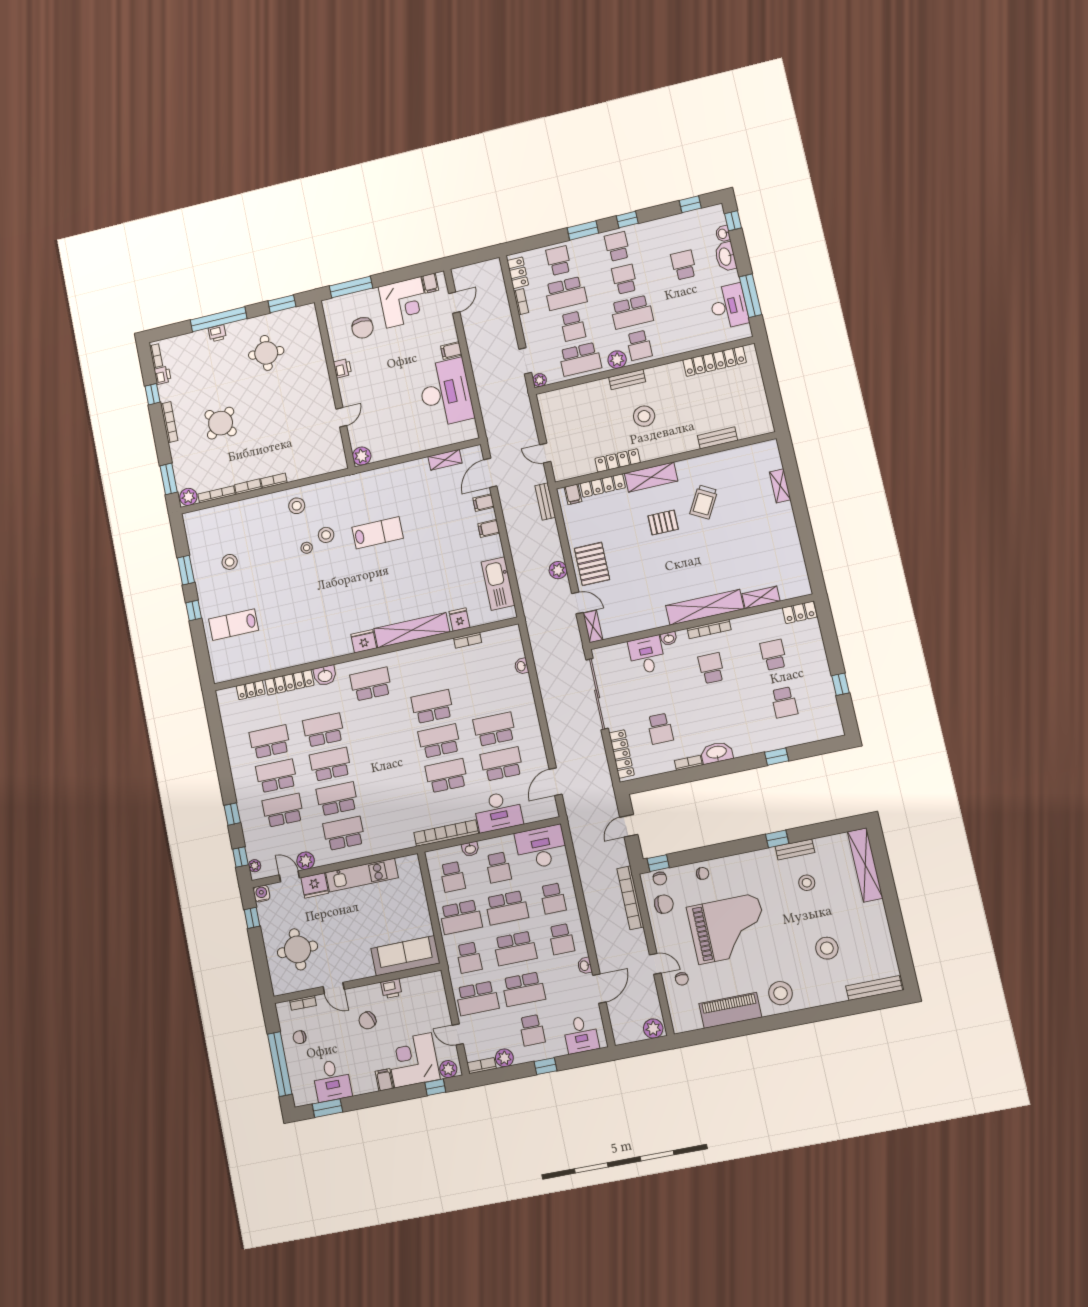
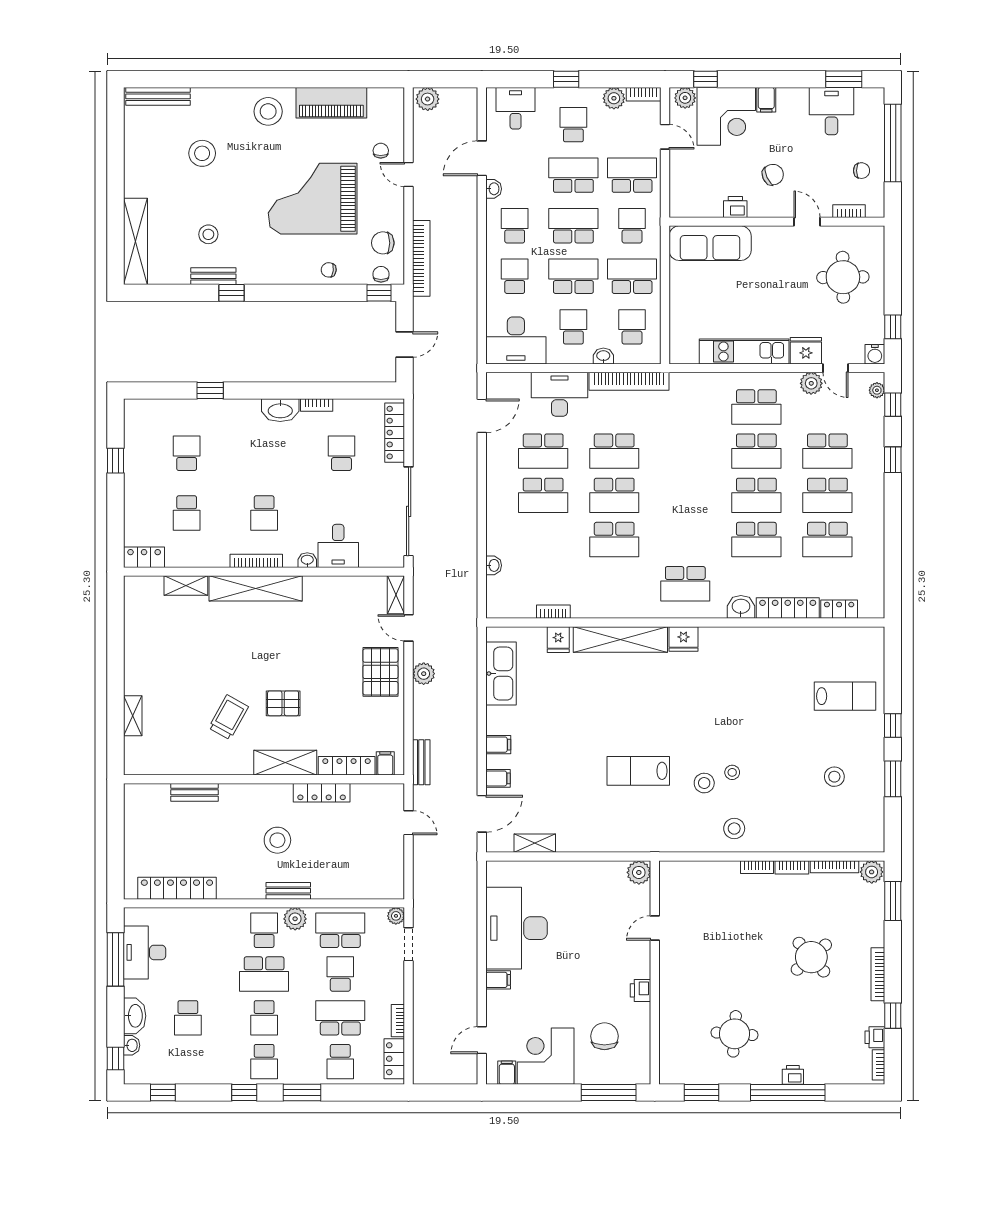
school desk: (632, 312) -> (264, 974), turned 180

